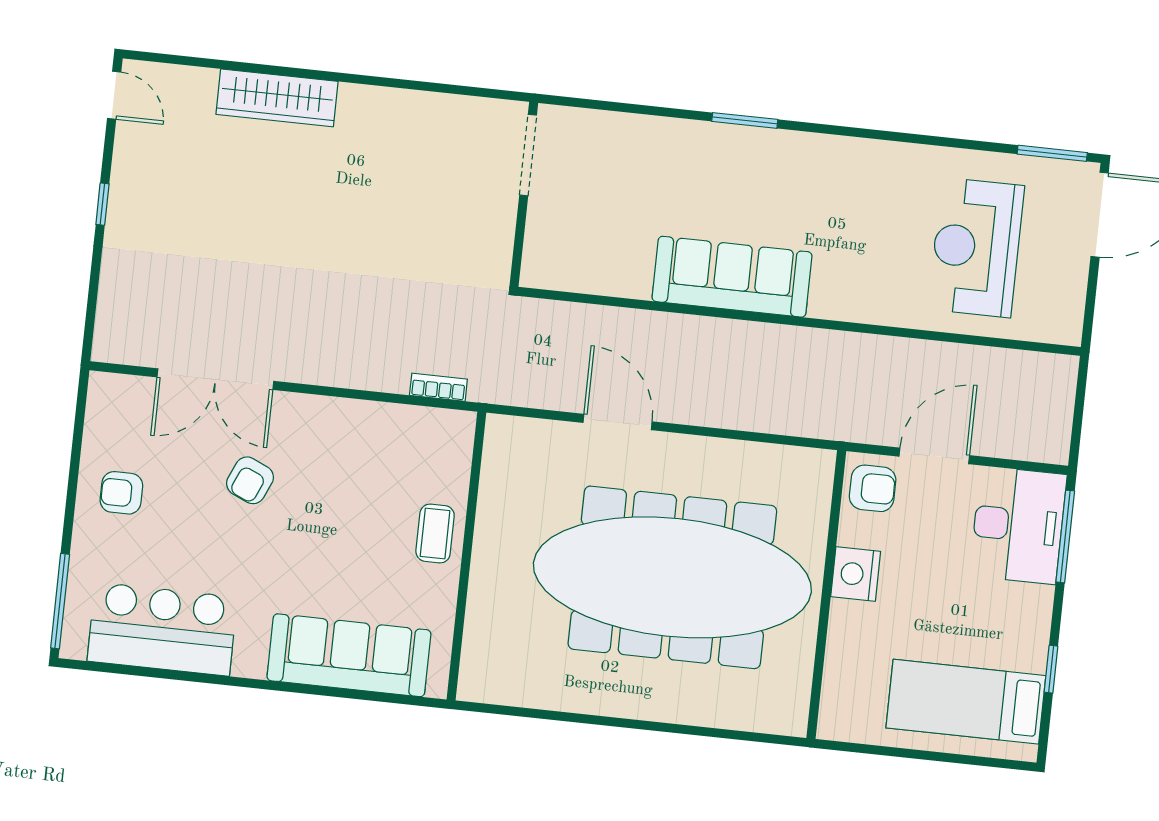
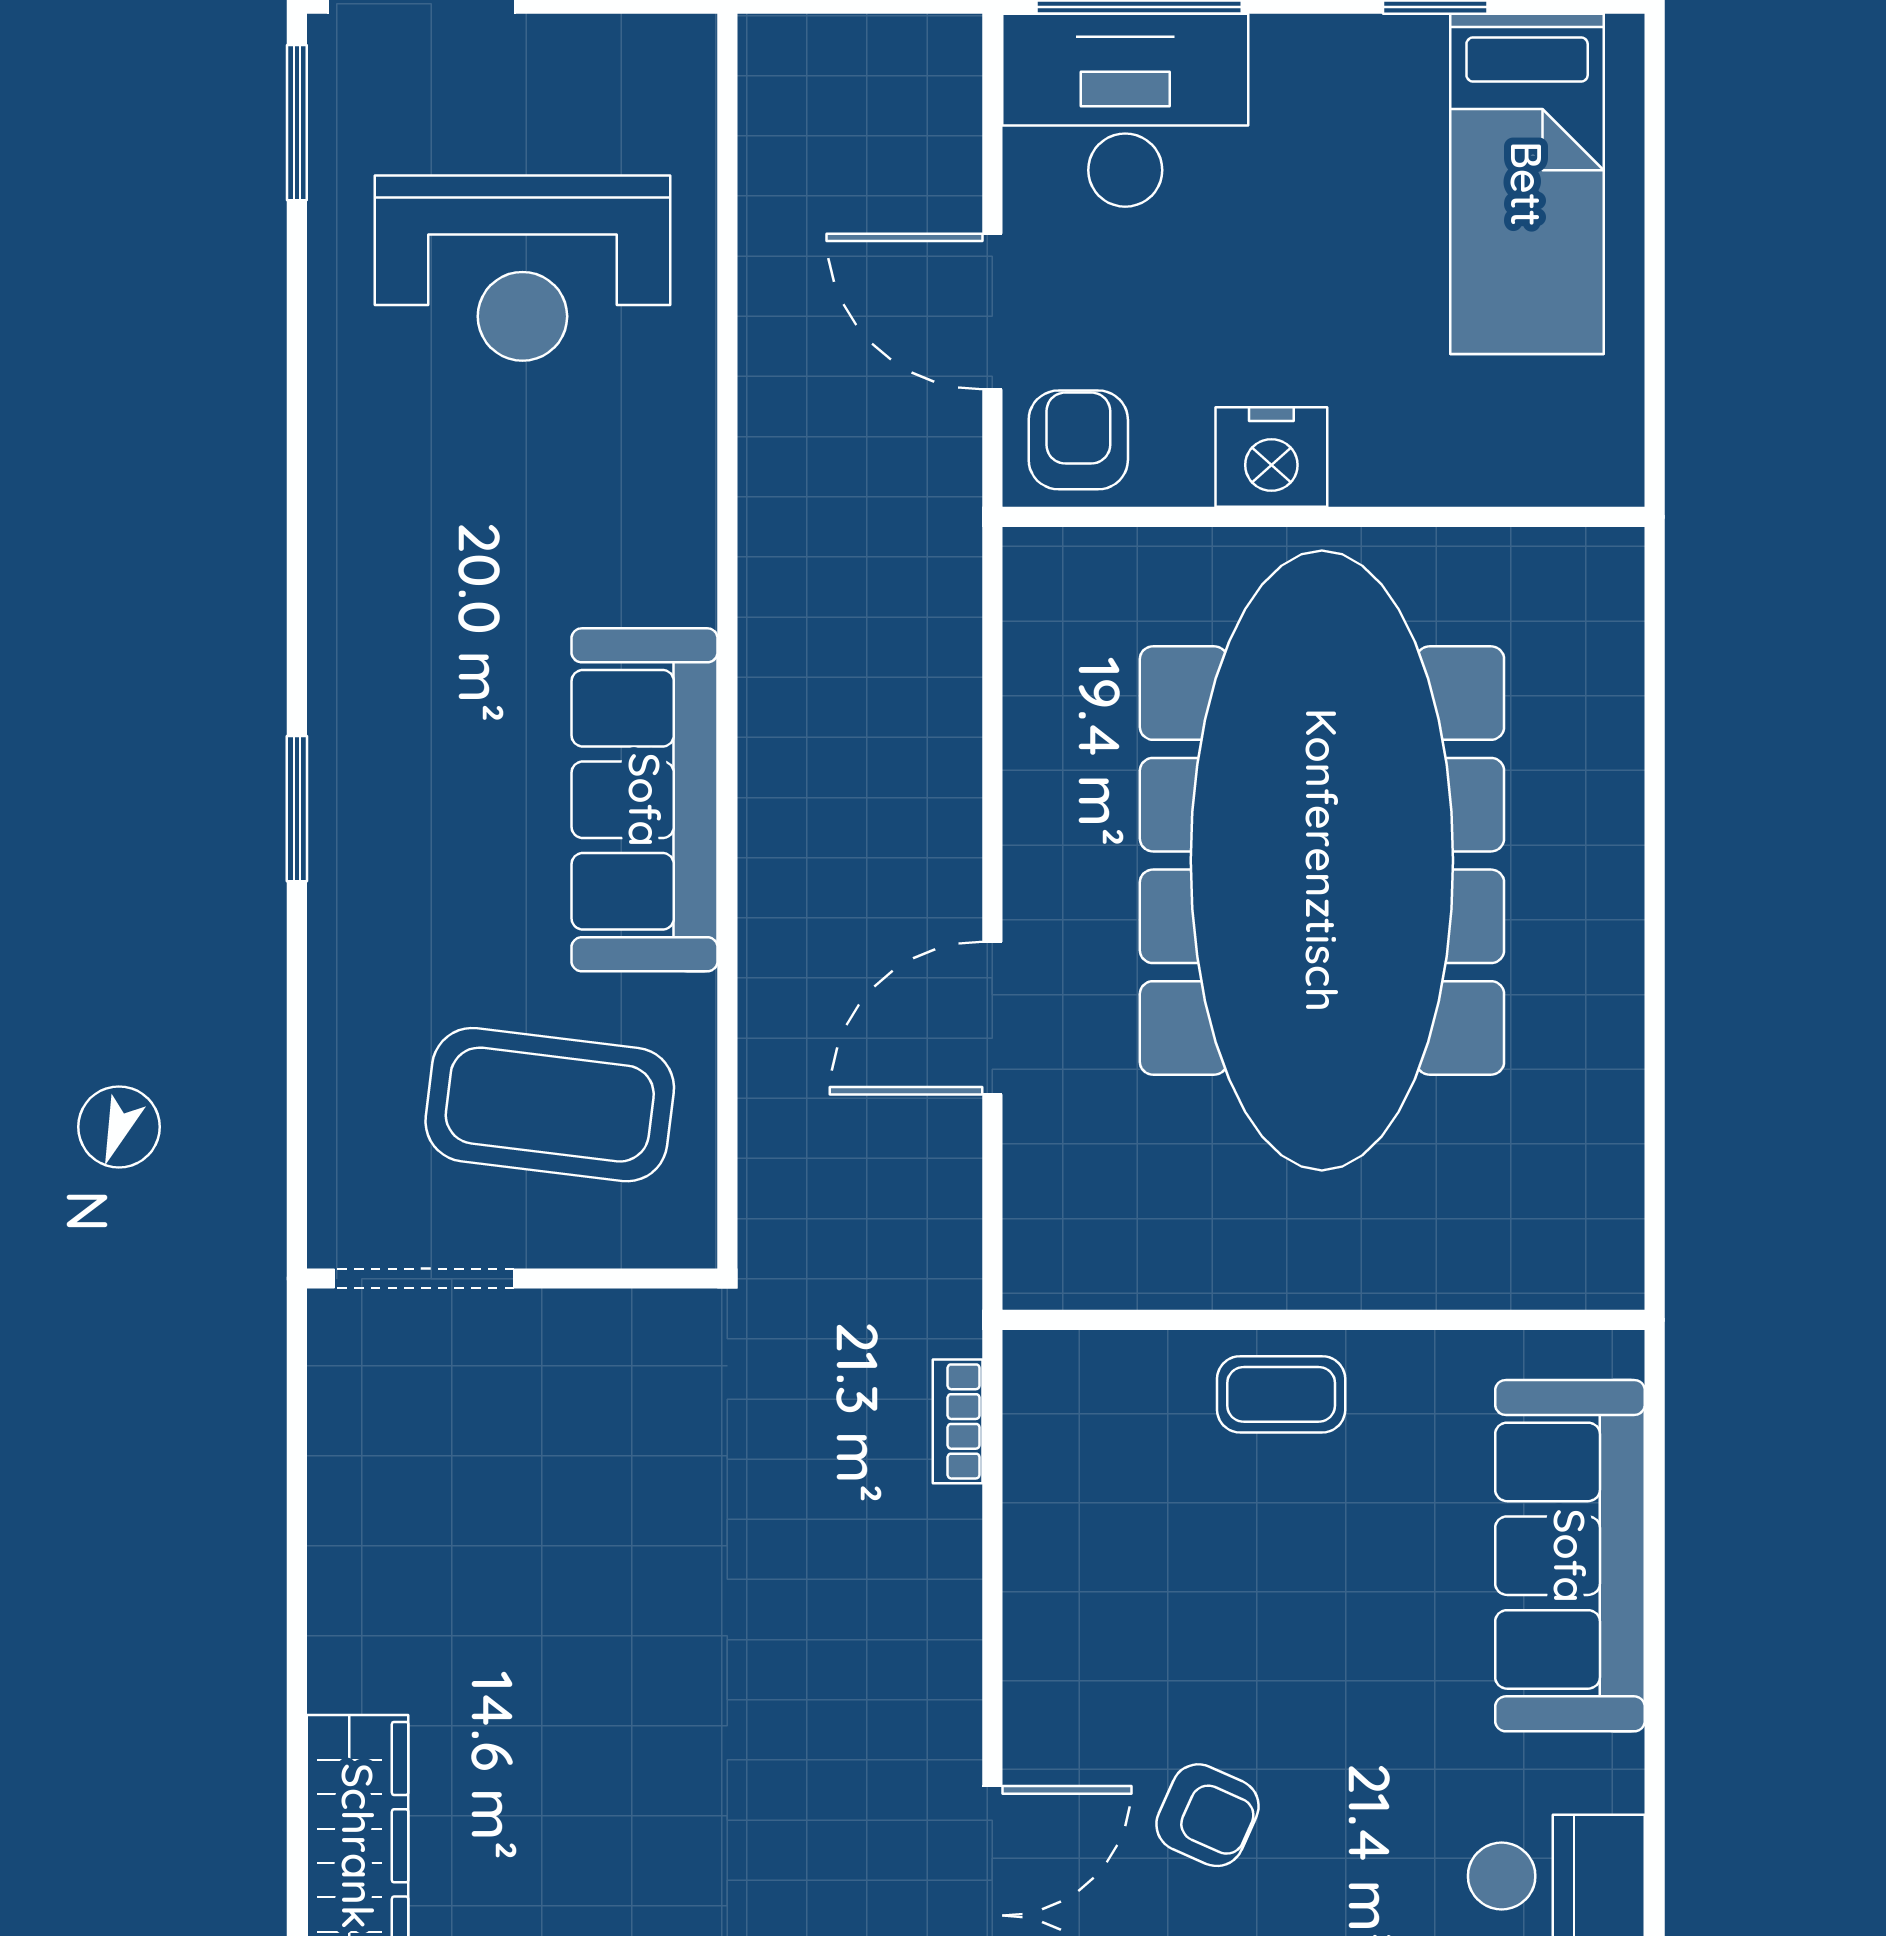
coffee table: (600, 220) -> (550, 1105), added

